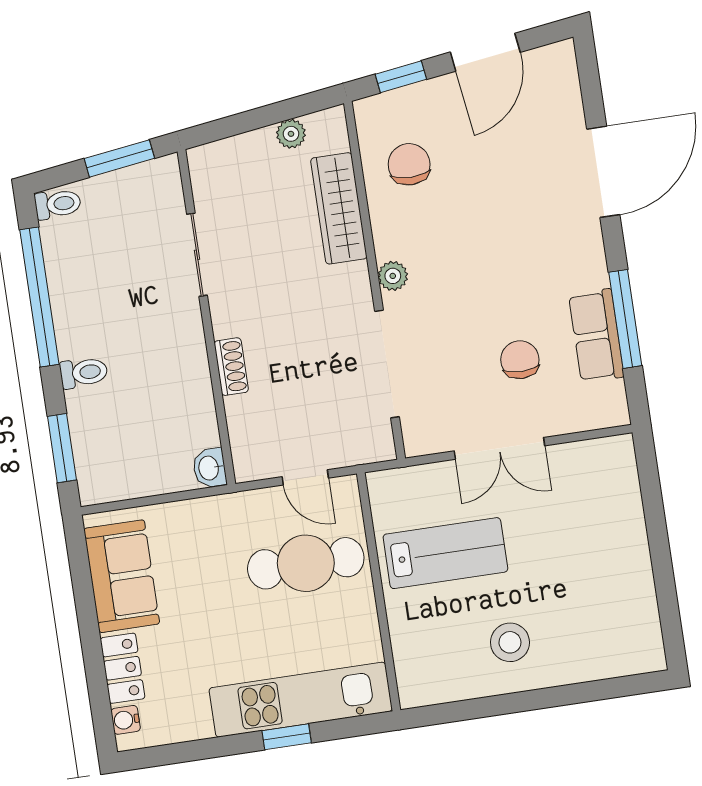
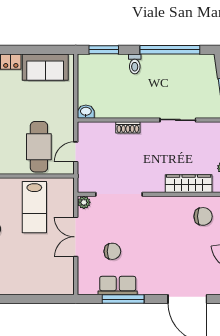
toilet: (58, 204) -> (208, 64), removed
plant: (393, 276) -> (84, 202), moved

